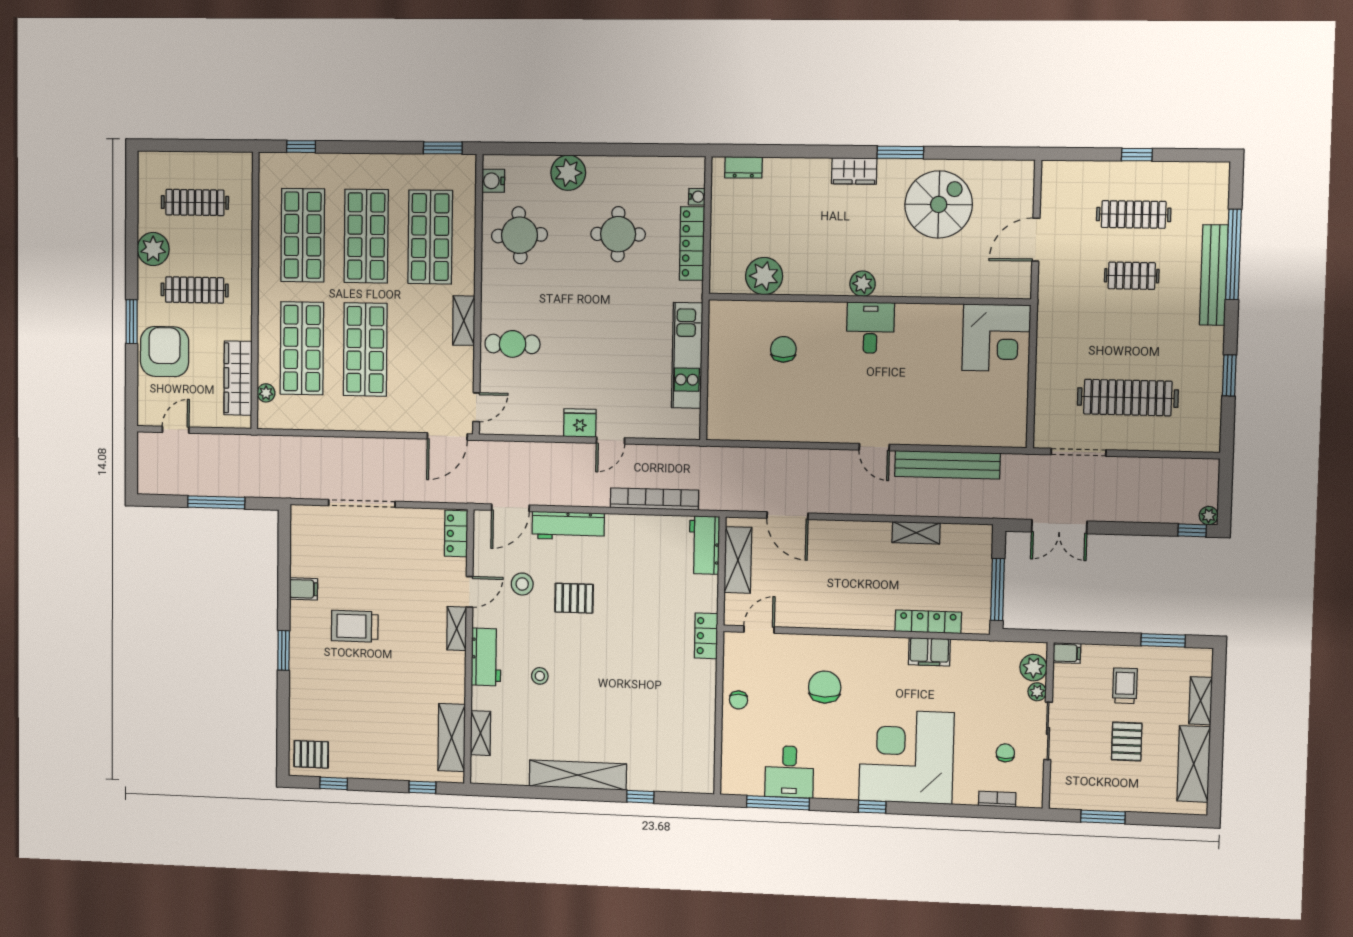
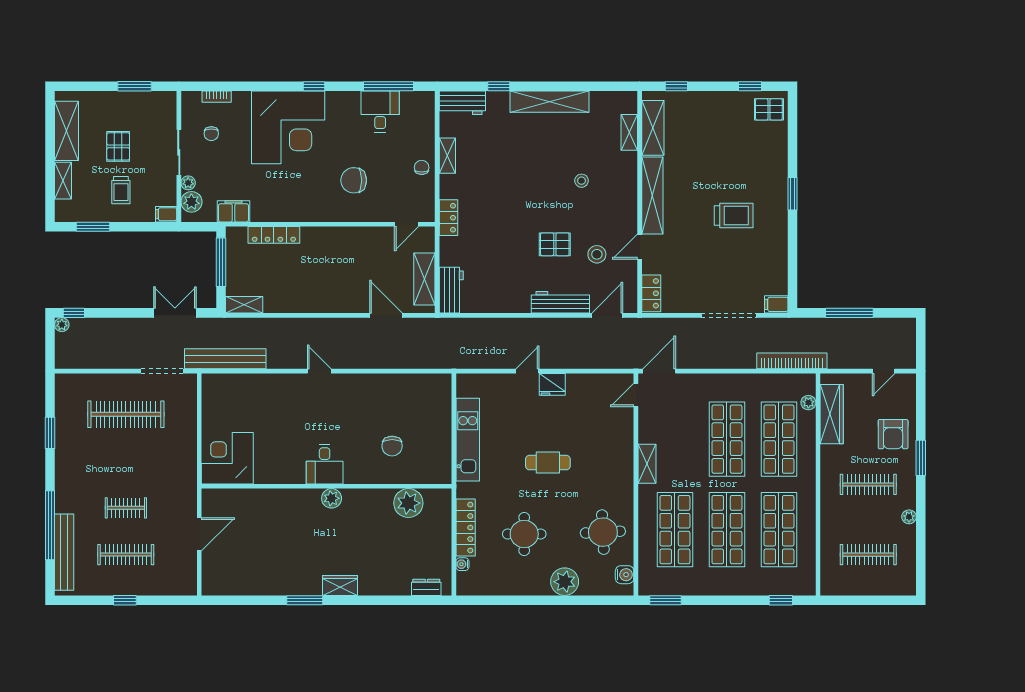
spiral stairs: (939, 204) -> (274, 560), removed
plant: (153, 249) -> (909, 517), width x0.53, depth x0.53
bench: (1214, 275) -> (64, 552), moved
cafe table: (513, 344) -> (548, 463), moved
armchair: (165, 352) -> (893, 434), width x0.73, depth x0.73
bench: (947, 465) -> (225, 359), moved
bookcase: (654, 499) -> (792, 361), moved, turned 180
shelving: (916, 533) -> (244, 305), moved
filing cabinet: (303, 589) -> (776, 304), moved
shelving: (457, 629) -> (652, 195), width x2.20, depth x1.33
filing cabinet: (929, 652) -> (234, 211), moved
workbench: (486, 657) -> (462, 103), moved, turned -90
chair: (825, 687) -> (354, 180), turned 90
shelving: (706, 713) -> (447, 156), added

